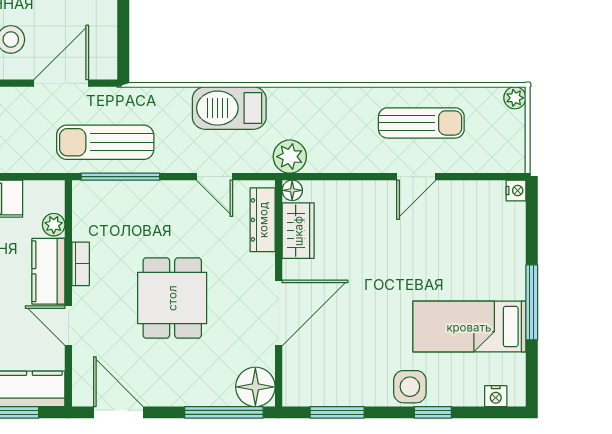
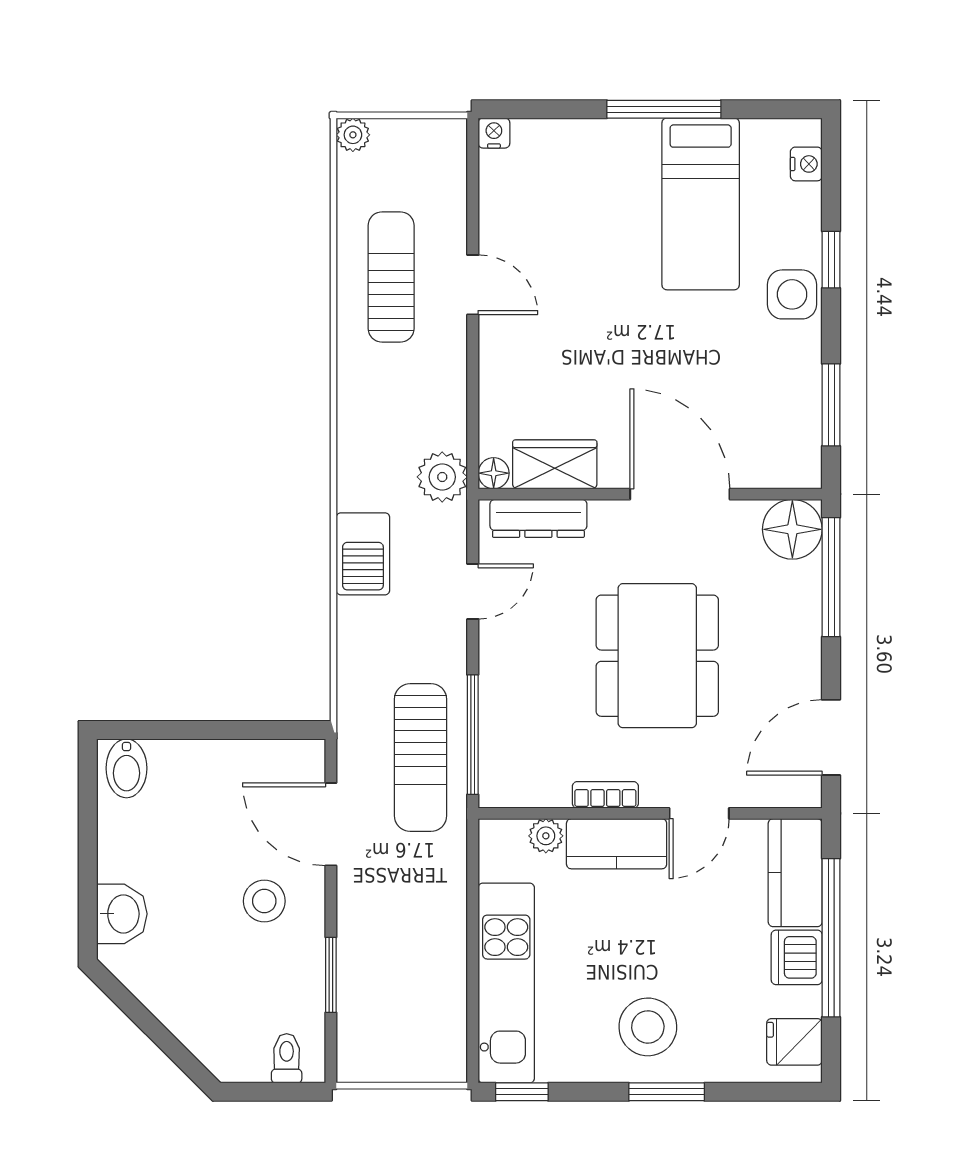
barbecue: (229, 108) -> (363, 554), width x0.73, depth x0.83
dining table: (172, 298) -> (657, 656), width x1.37

